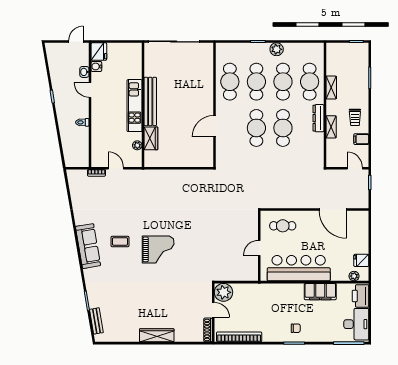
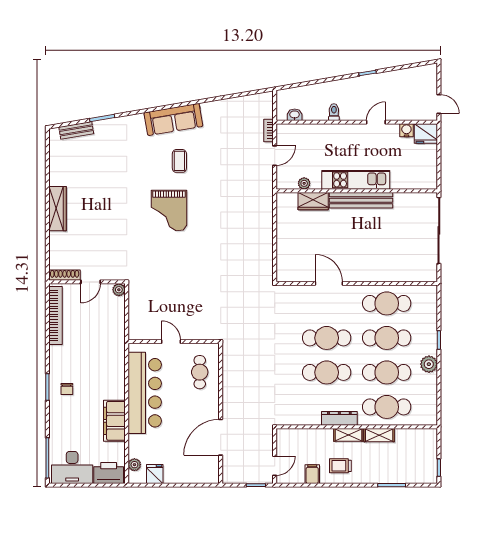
washbasin: (84, 72) -> (295, 115), moved
shelving: (331, 127) -> (348, 435), moved
plant: (223, 292) -> (119, 290), width x0.53, depth x0.53

